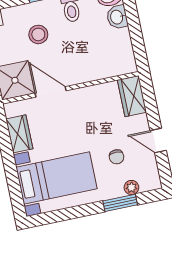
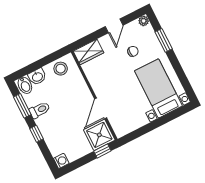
stool: (38, 34) -> (61, 69), moved
wardrobe: (19, 134) -> (135, 122), removed
plant: (131, 187) -> (144, 21), moved

